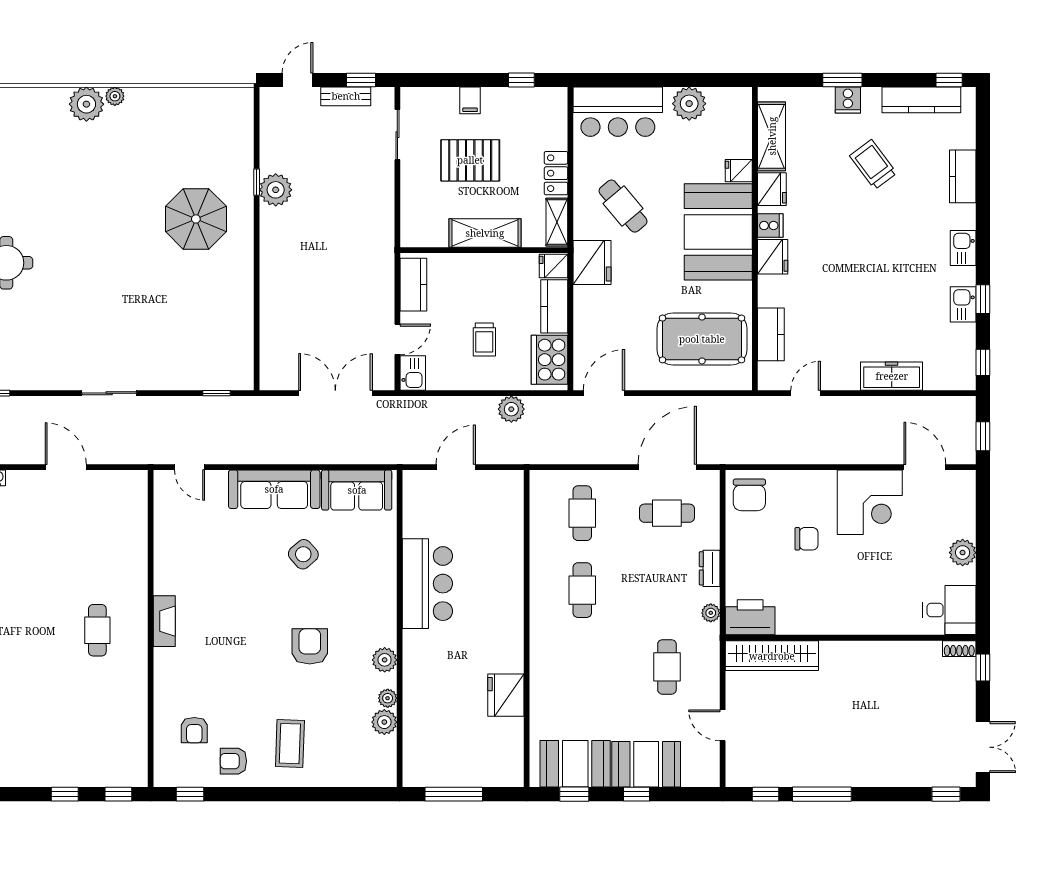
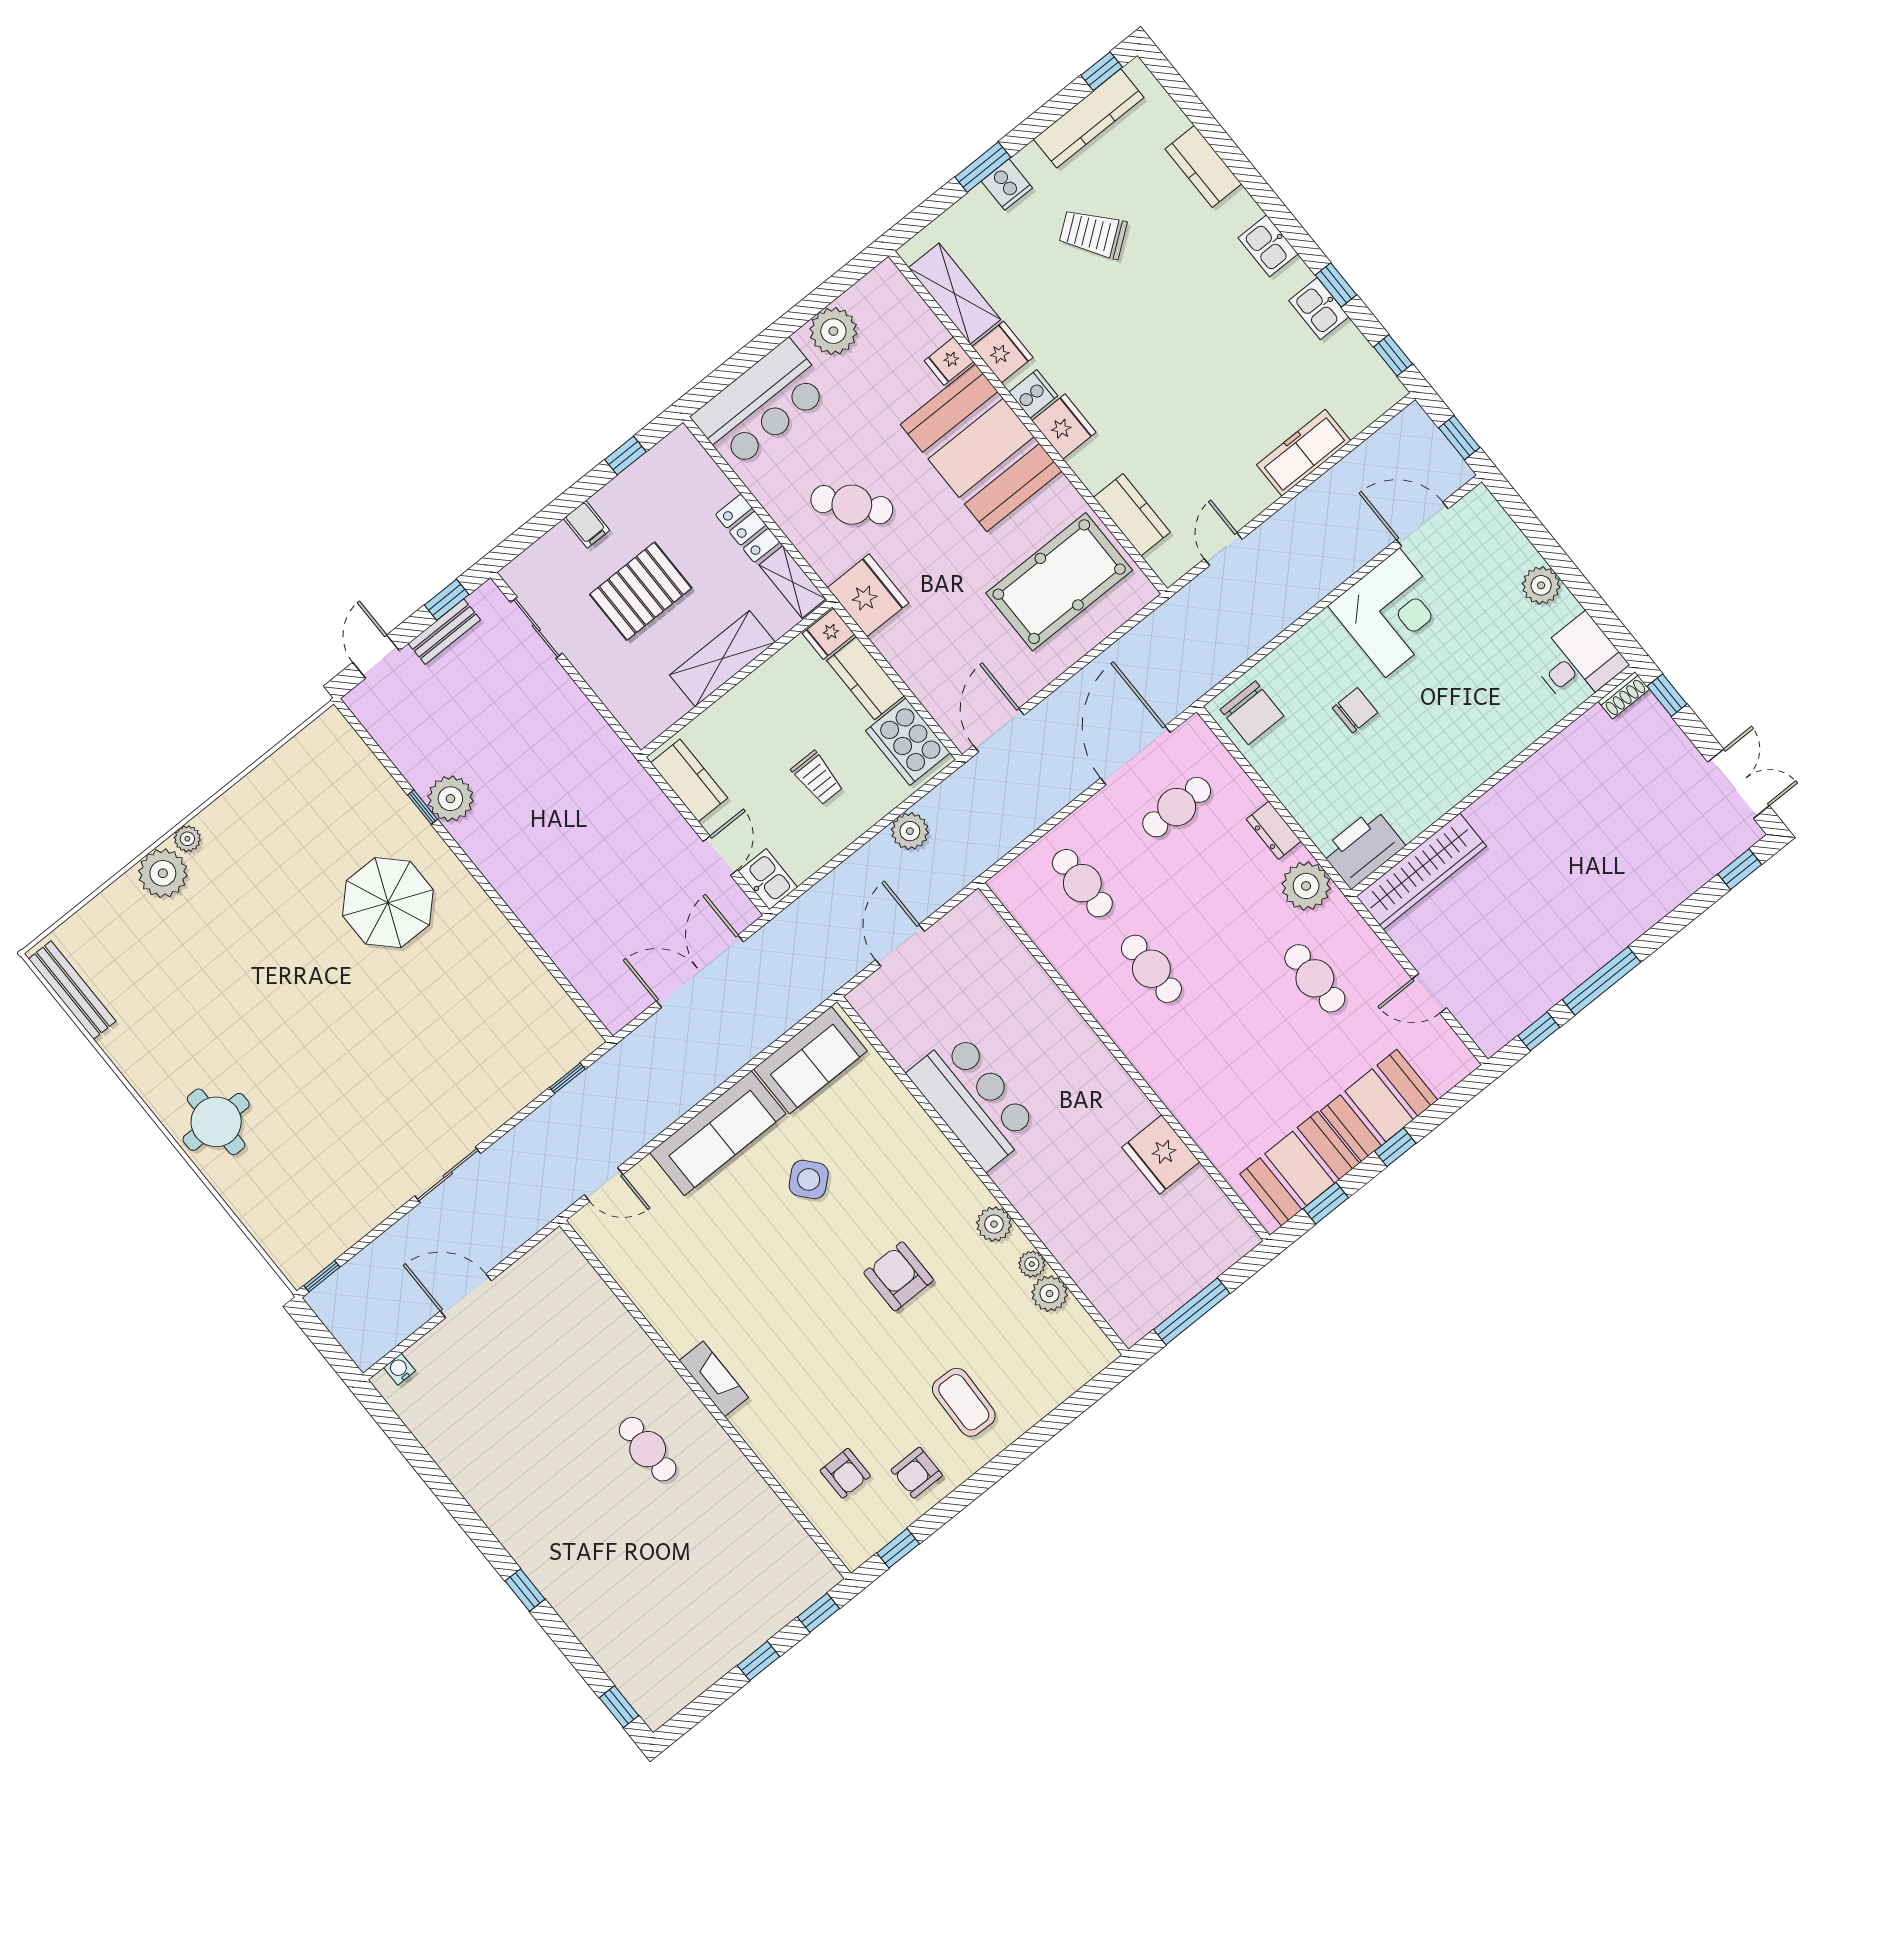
plant: (711, 613) -> (1306, 886), width x1.88, depth x1.88

